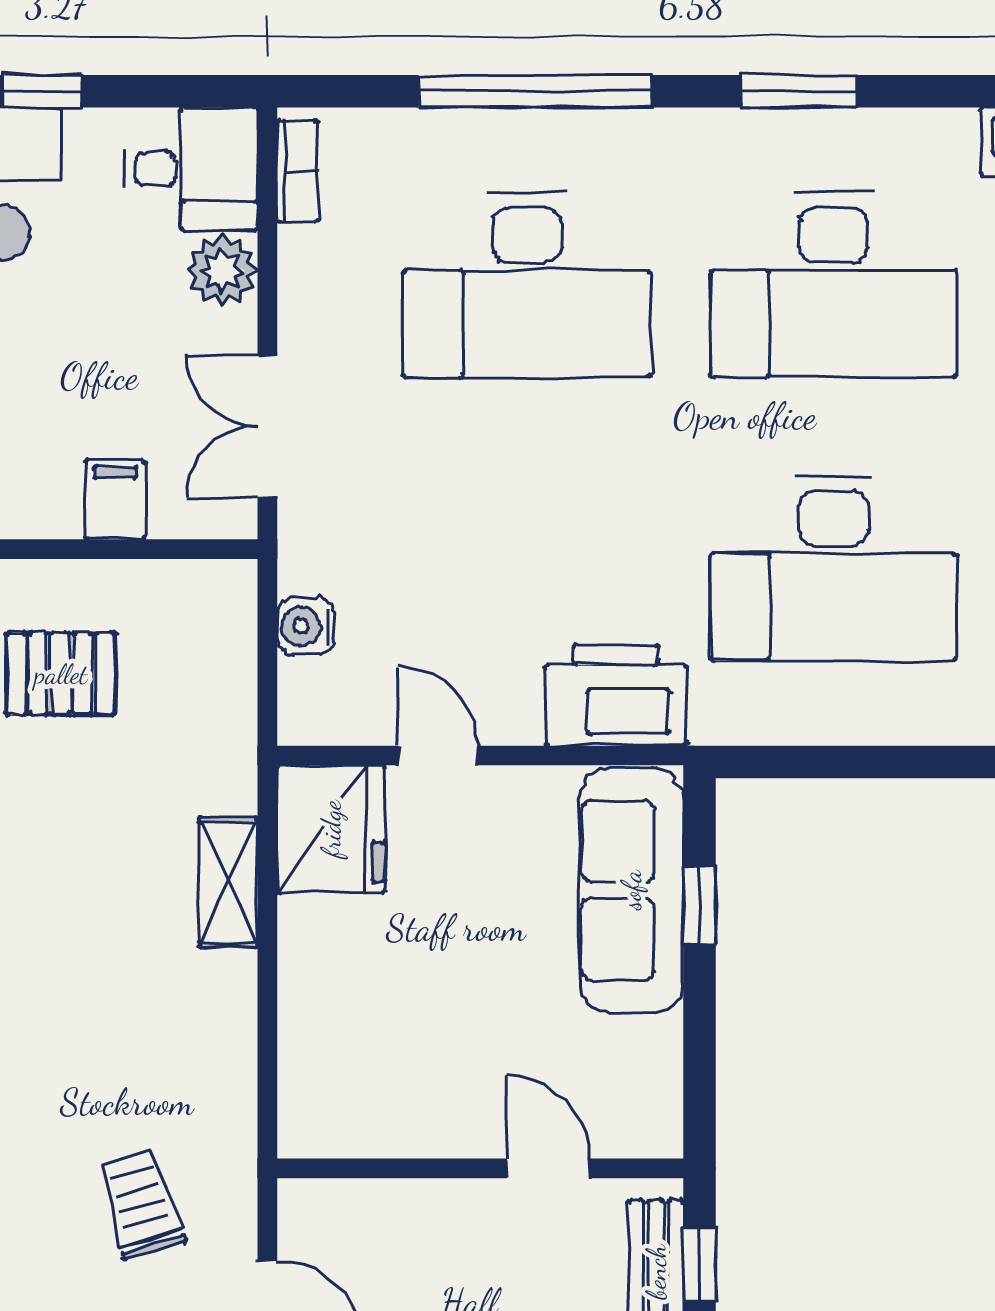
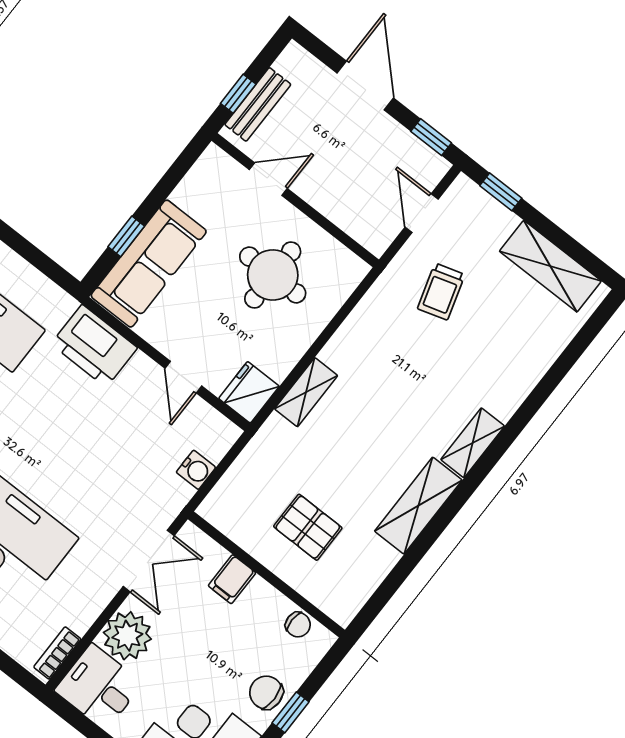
plant: (222, 271) -> (127, 636), width x1.36, depth x1.36
fridge: (331, 829) -> (249, 392), width x0.73, depth x0.75
round table: (424, 1024) -> (273, 275), added
door: (548, 1168) -> (268, 179), swing flipped

